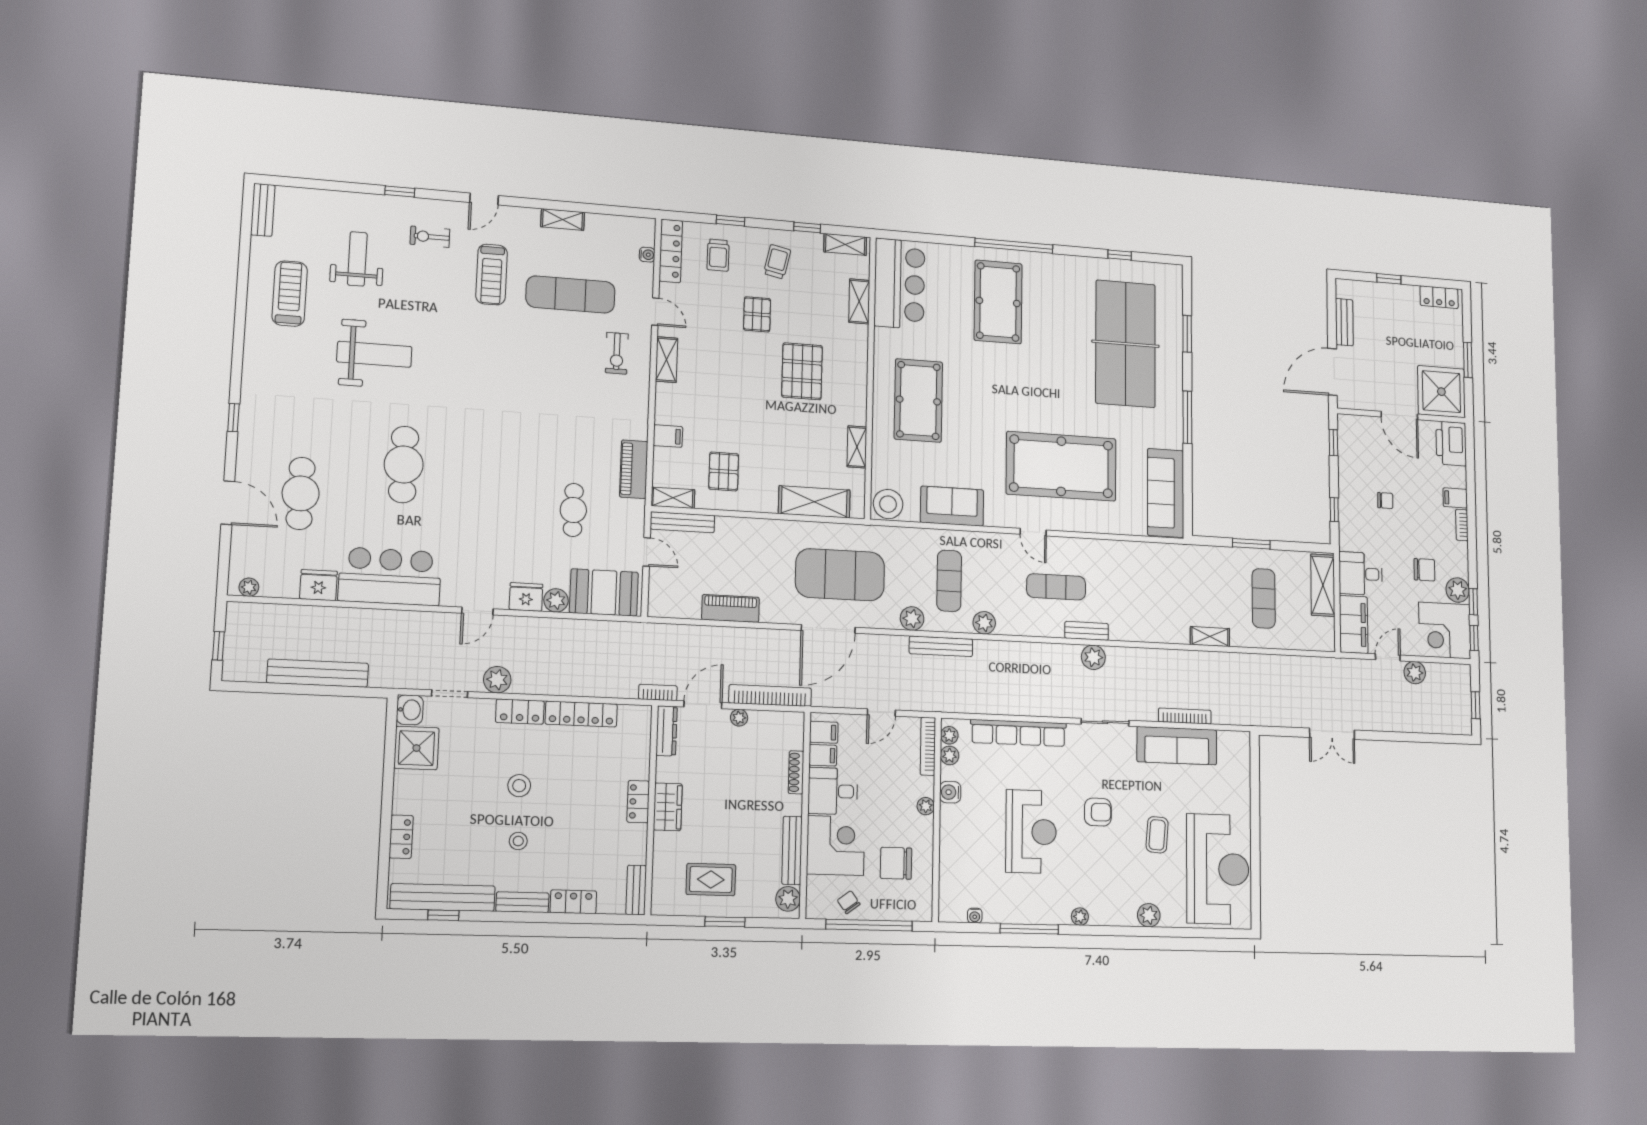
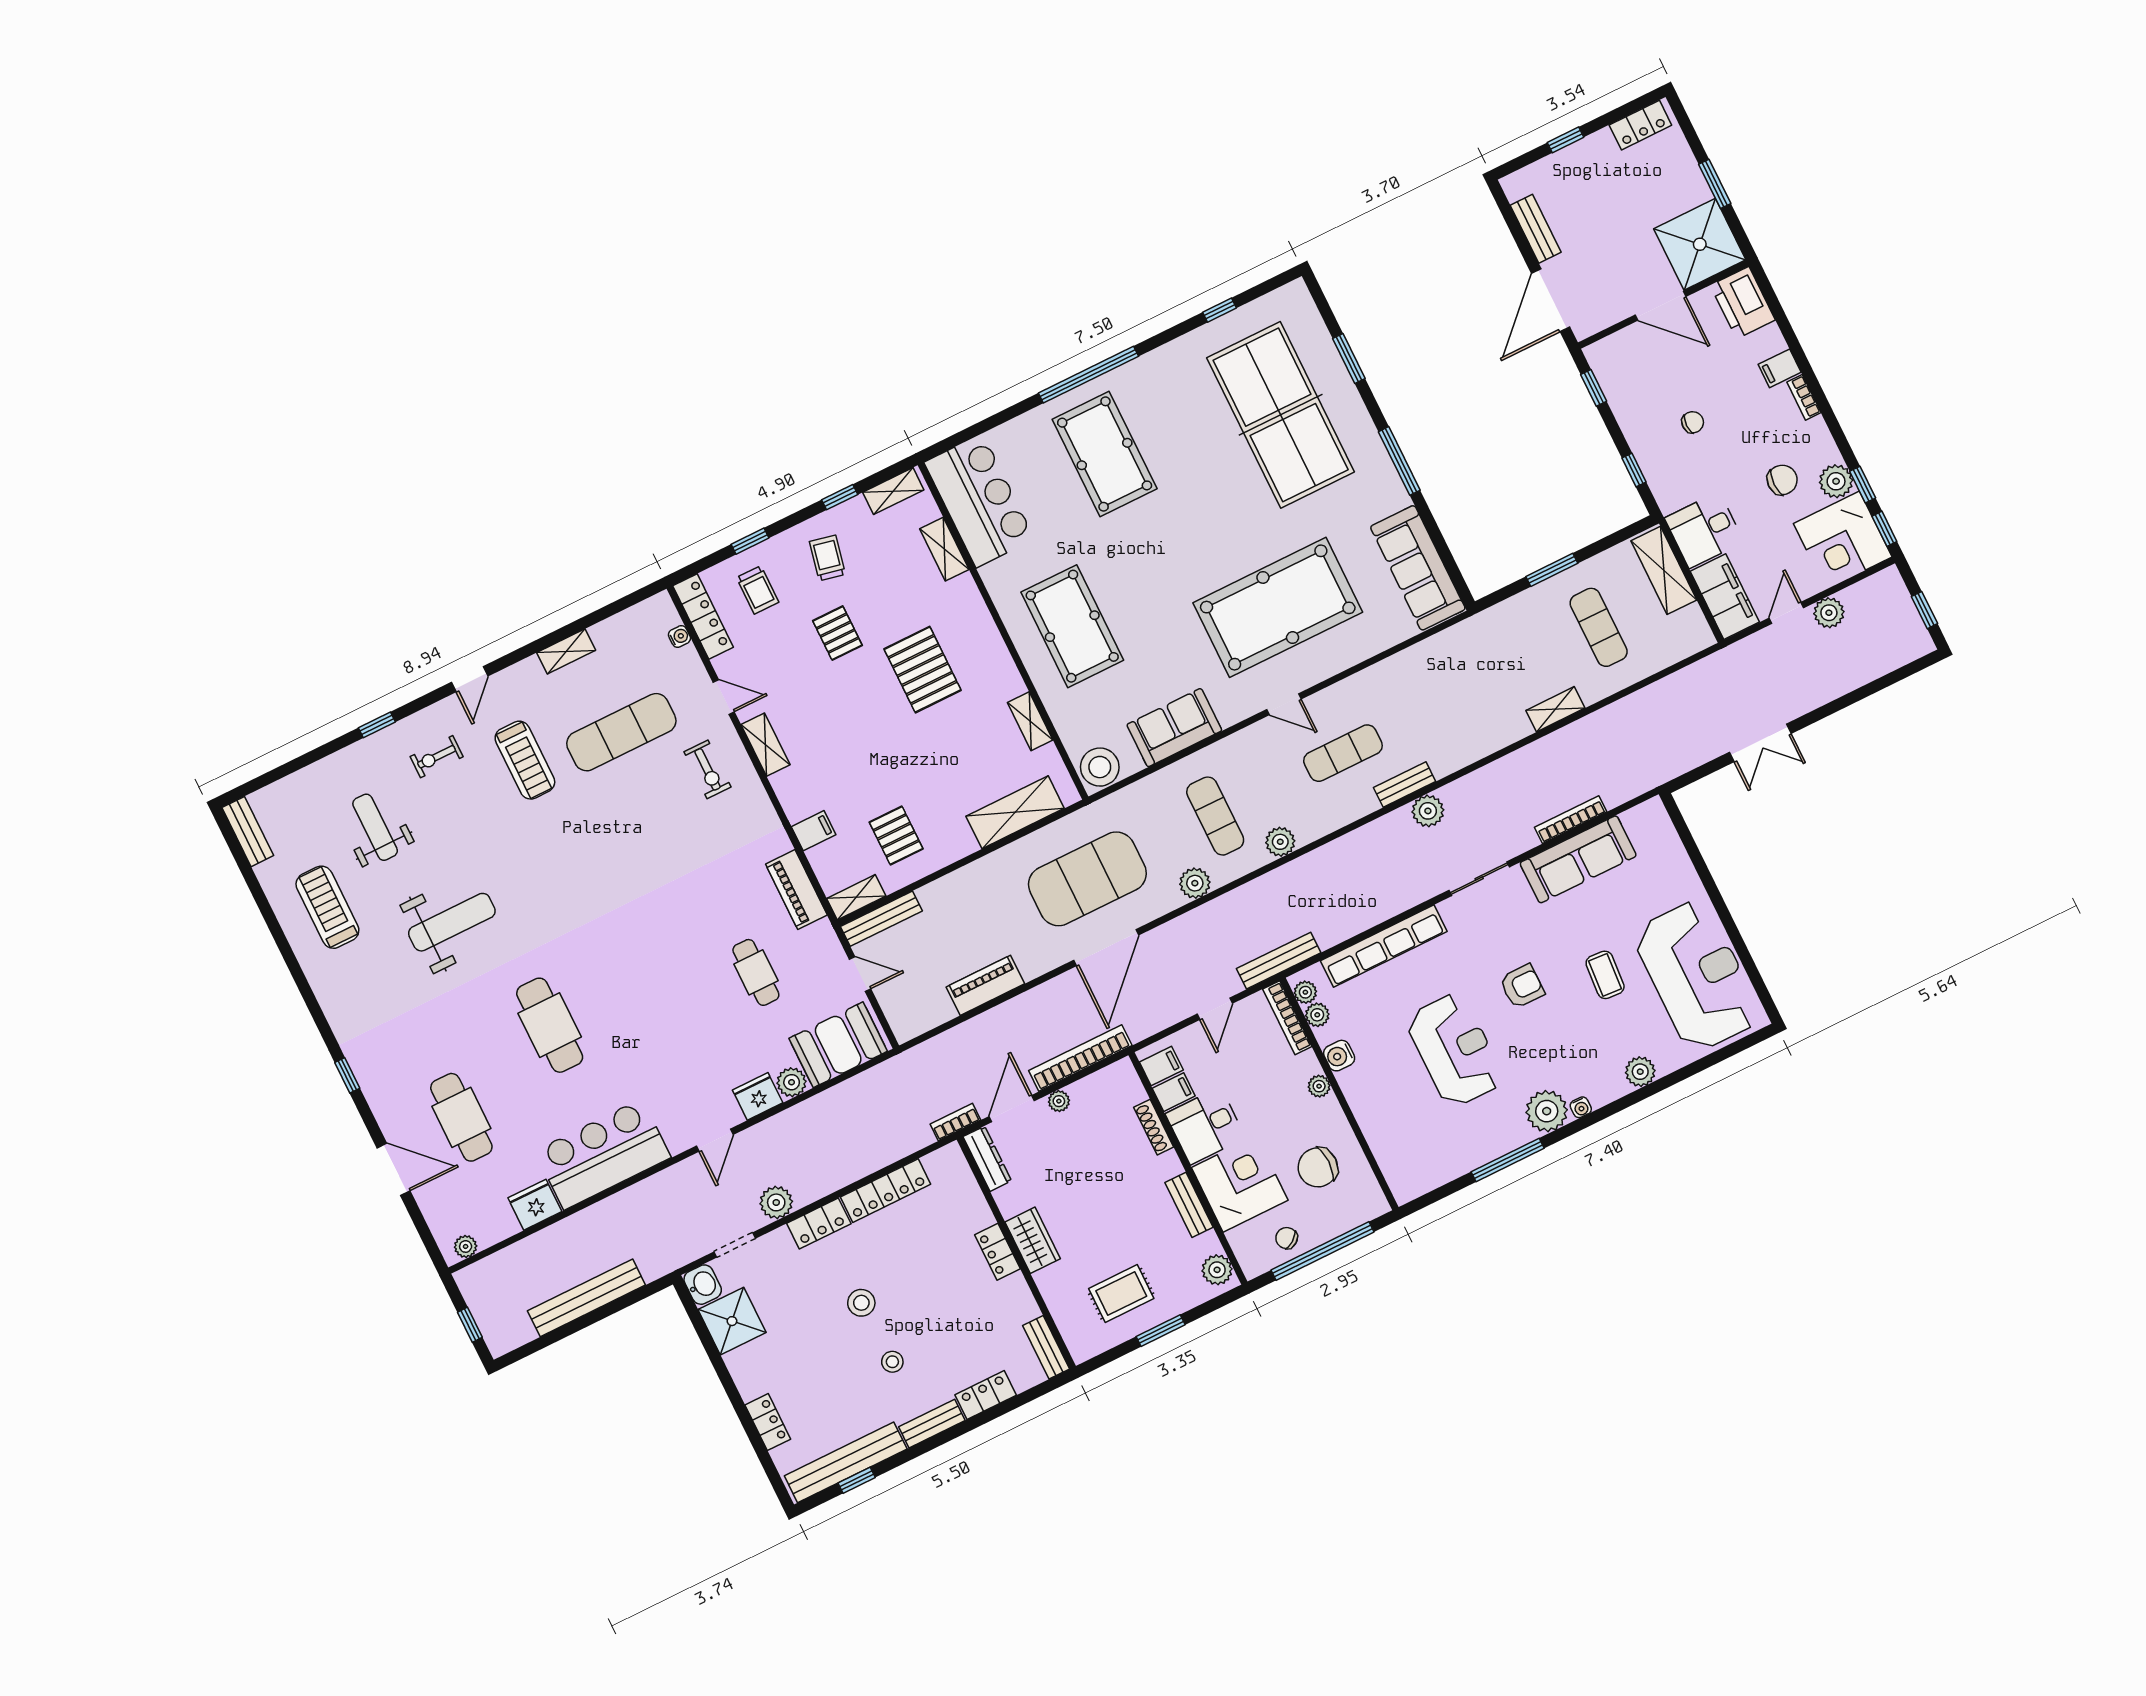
bench: (941, 646) -> (1279, 961), moved
bench: (792, 850) -> (1189, 1205), width x0.73
water cooler: (975, 916) -> (1581, 1107), moved
plant: (1080, 917) -> (1547, 1111), width x1.88, depth x1.88

